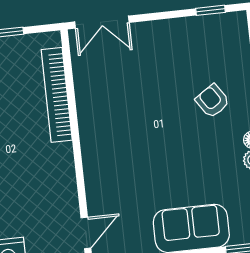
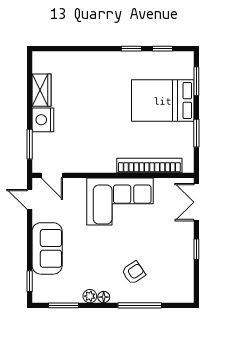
window: (210, 10) -> (196, 249), moved
corner sofa: (113, 132) -> (120, 201), added

